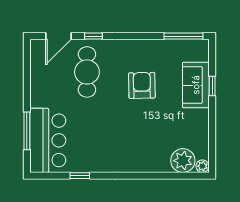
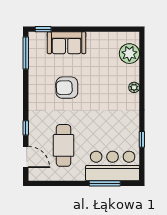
cafe table: (87, 72) -> (64, 145), moved, turned 90
window: (212, 86) -> (43, 29), moved
plant: (202, 166) -> (134, 87), moved

